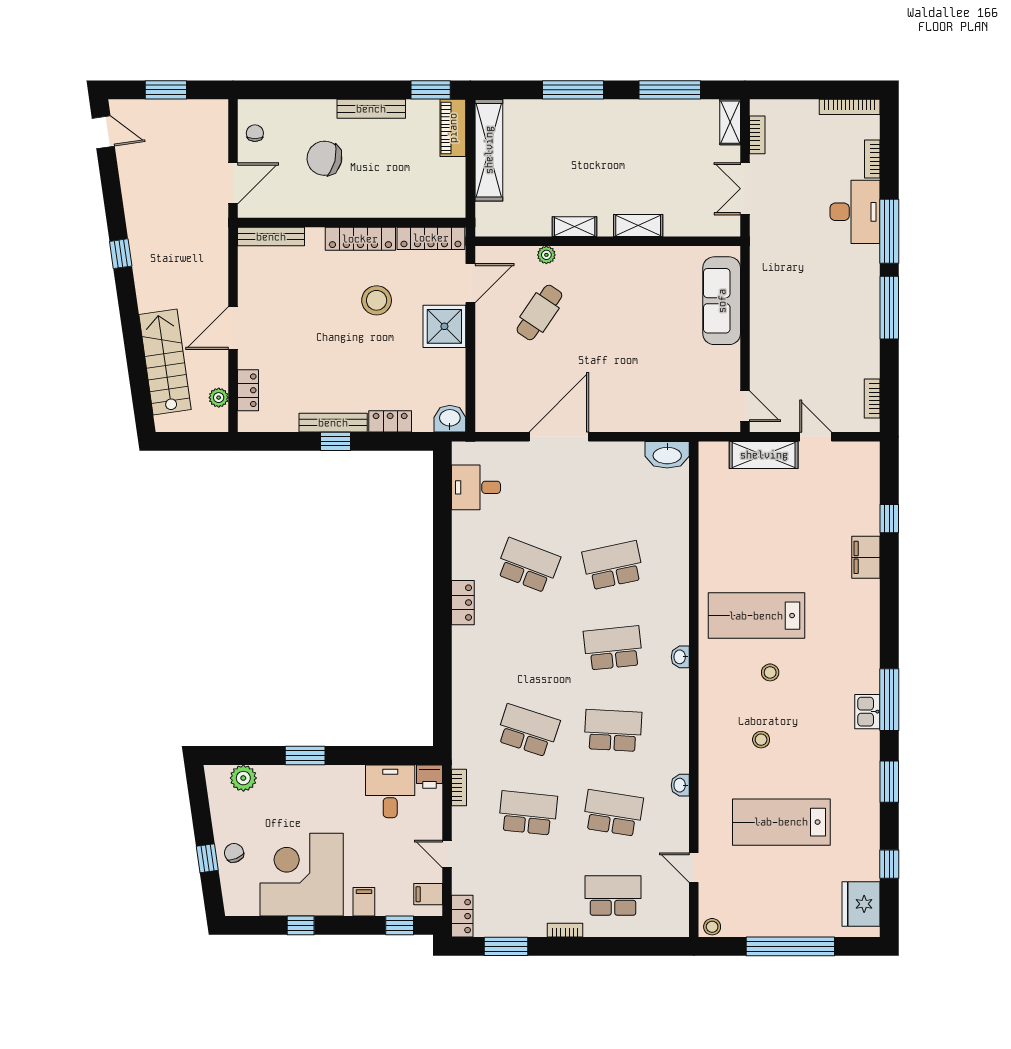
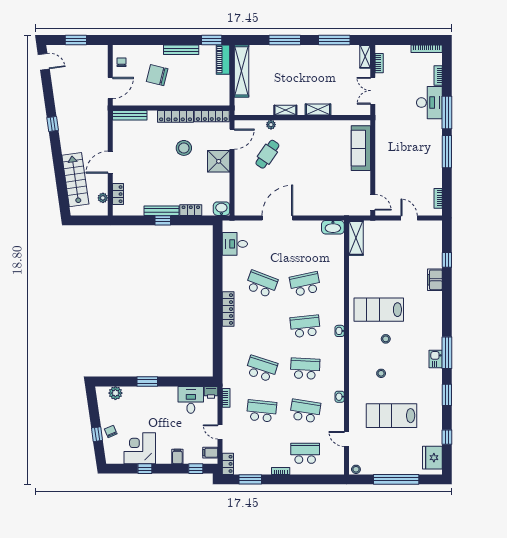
shelving: (764, 455) -> (356, 238), moved, turned 90
locker: (463, 603) -> (228, 309), width x1.53
corner desk: (302, 875) -> (140, 448), width x0.74, depth x0.74

